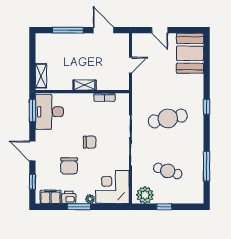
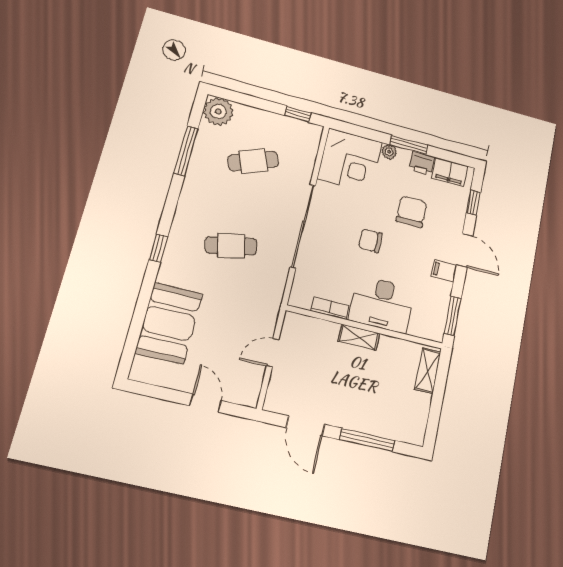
booth: (190, 53) -> (169, 323), moved
desk: (49, 112) -> (382, 304), moved, turned 90
cafe table: (168, 118) -> (231, 246), width x0.73, depth x0.74
filing cabinet: (43, 136) -> (444, 271), added
cafe table: (168, 171) -> (253, 161), turned -39
plant: (145, 195) -> (218, 111), moved
window: (164, 207) -> (298, 114), moved

